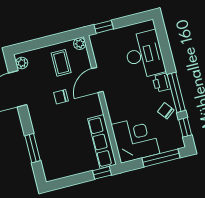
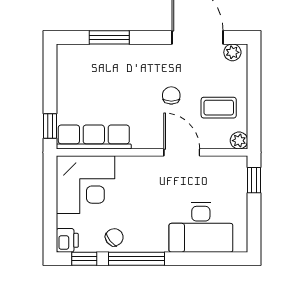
printer: (162, 83) -> (67, 240), moved, turned 90
window: (161, 158) -> (50, 214), removed

